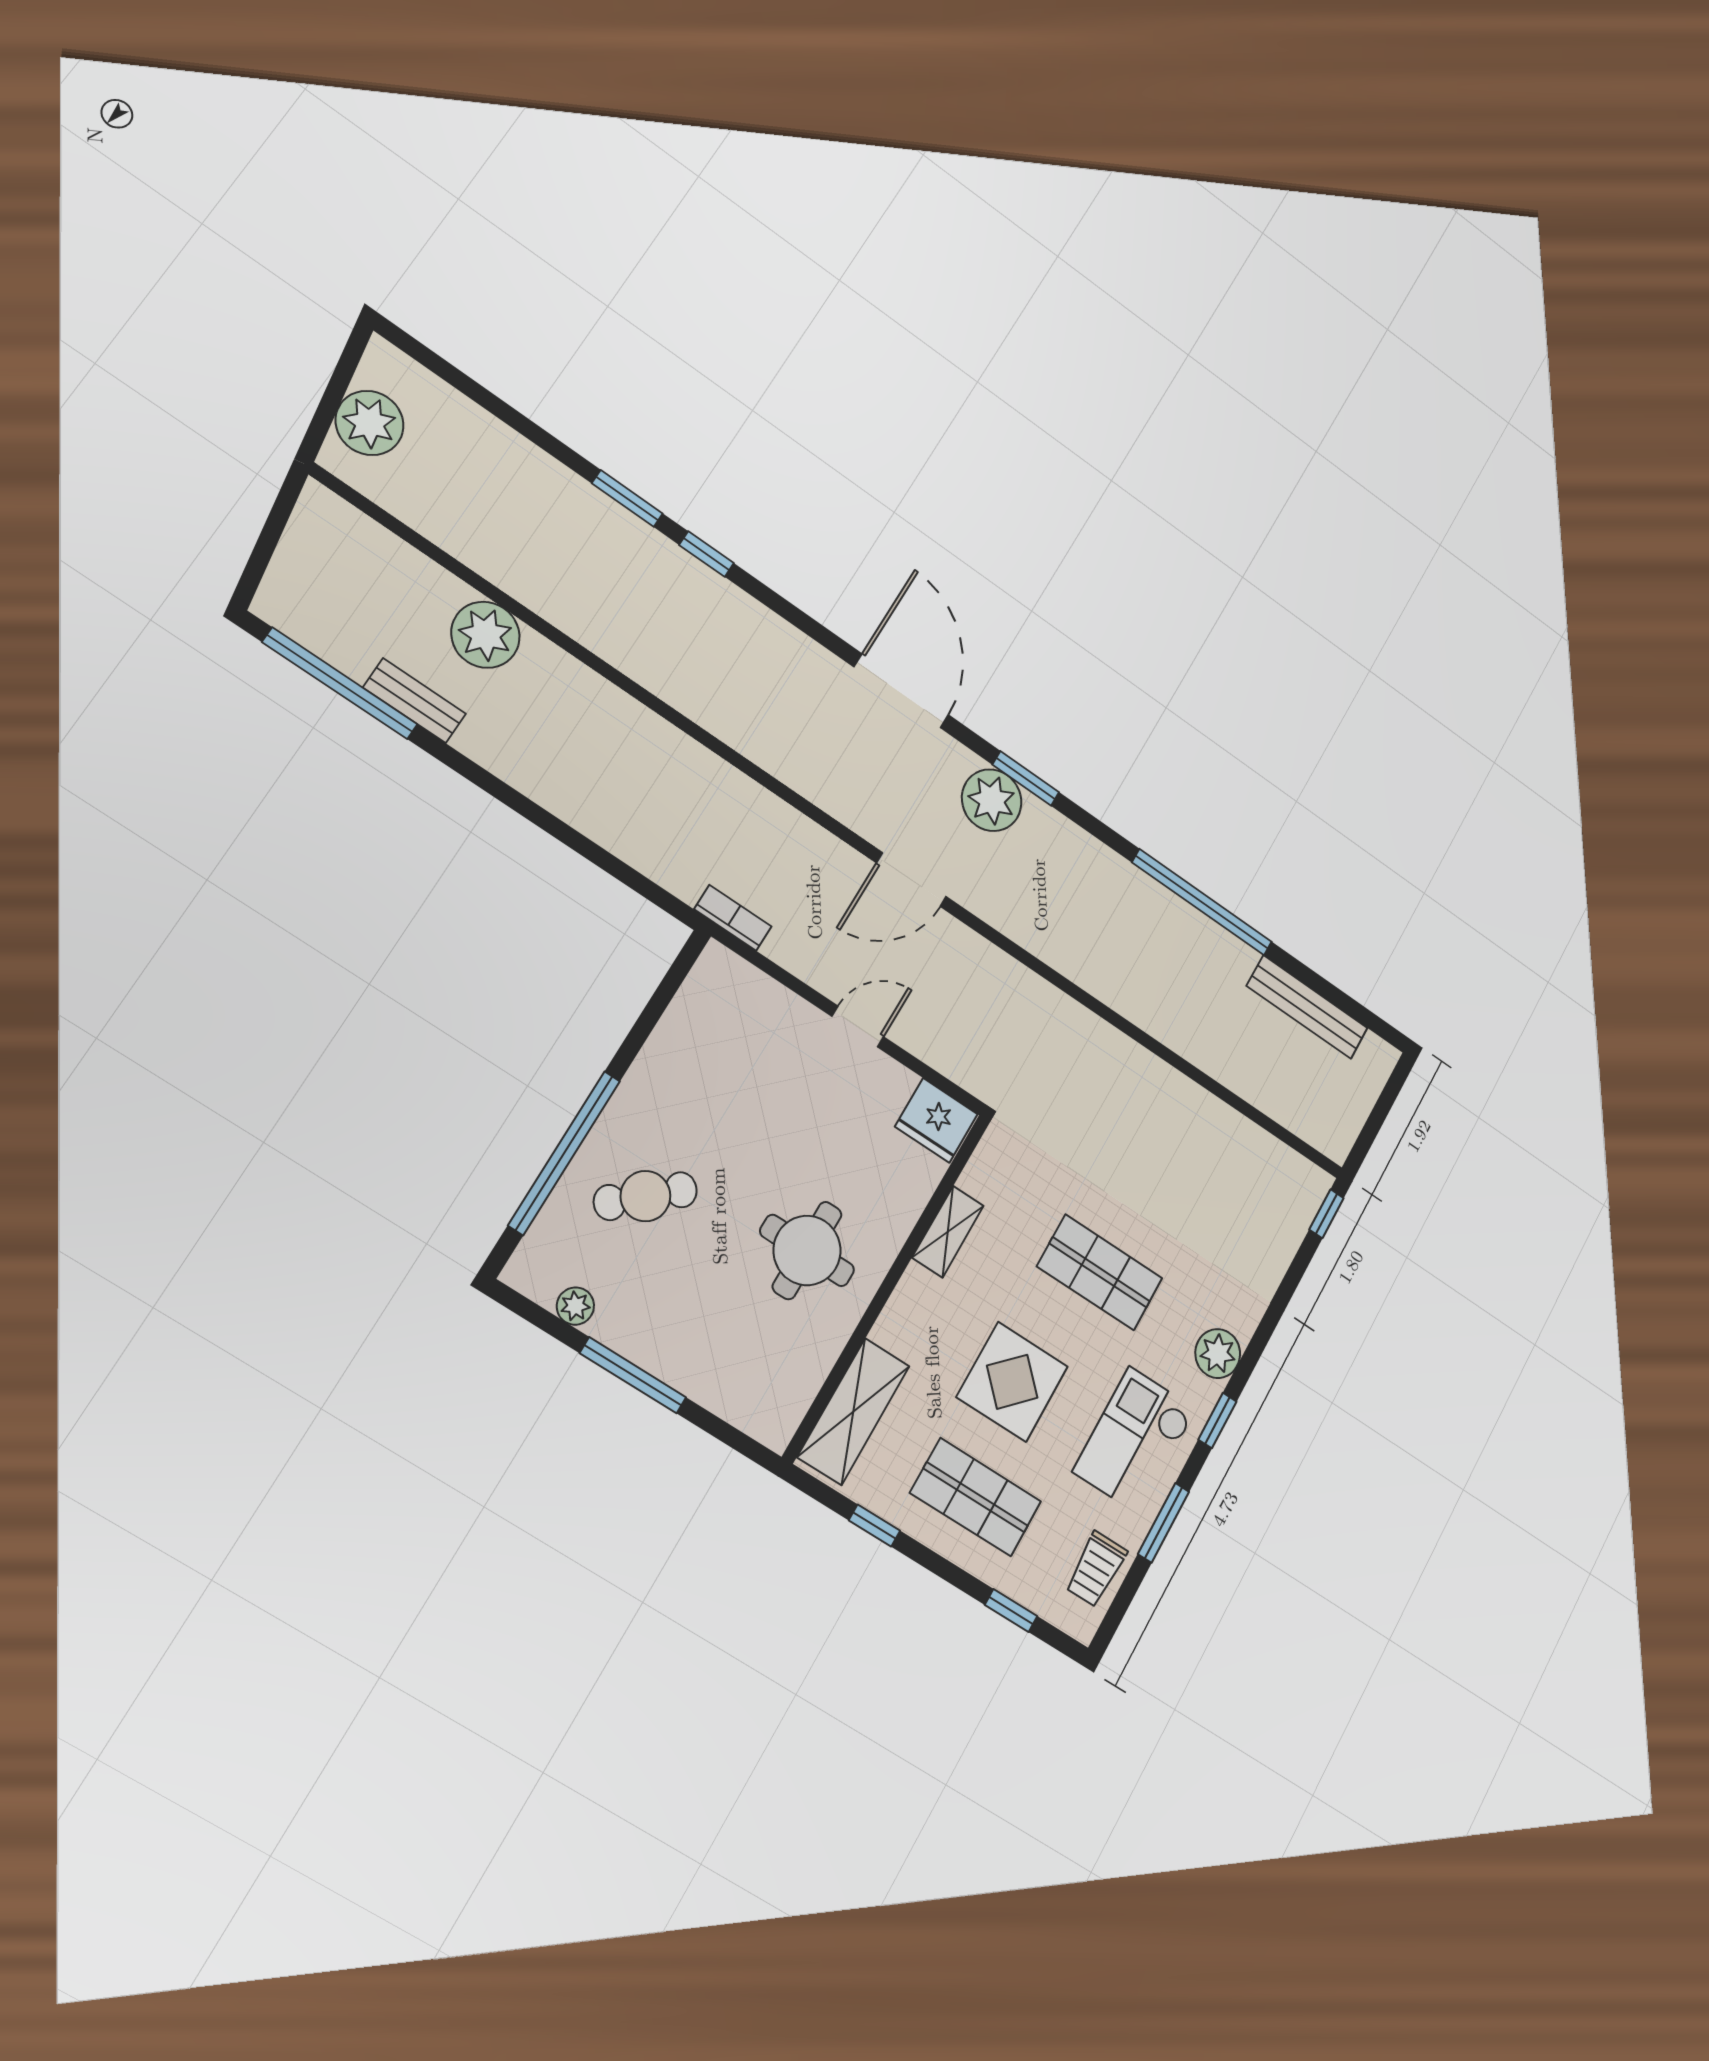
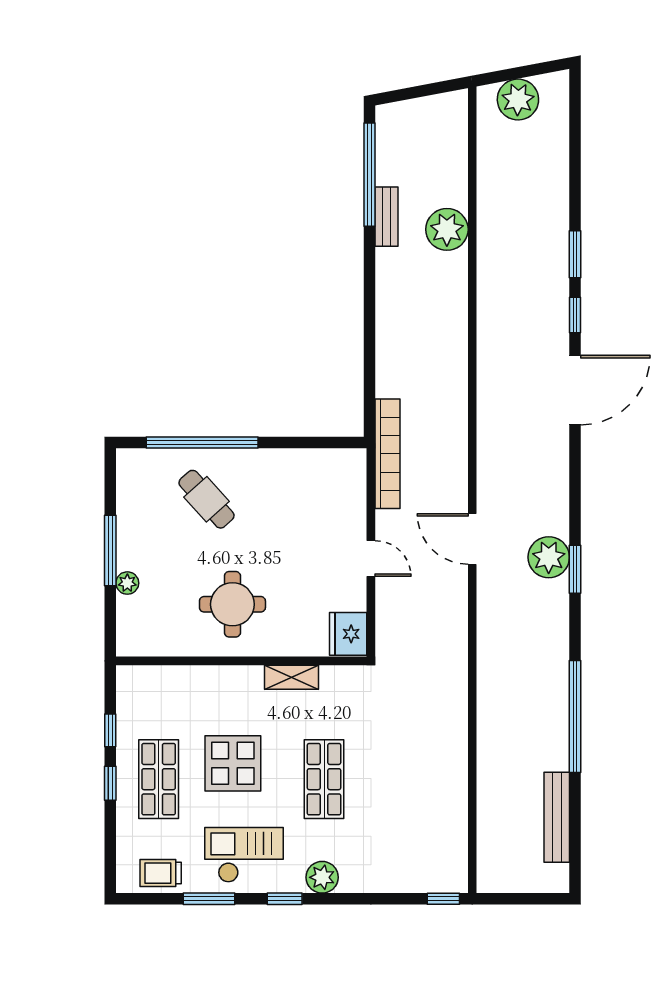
door: (901, 691) -> (575, 390), moved
bookcase: (733, 918) -> (388, 454), width x2.31, depth x1.31
plant: (575, 1306) -> (127, 583), moved
shelving: (853, 1411) -> (163, 682), removed
window: (1011, 1611) -> (110, 783), moved

